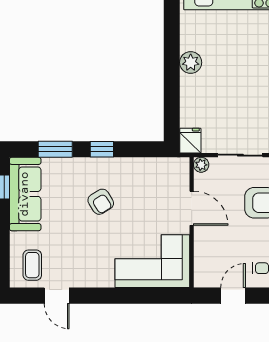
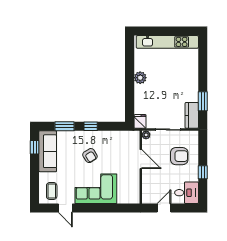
corner sofa: (152, 261) -> (96, 189), moved

